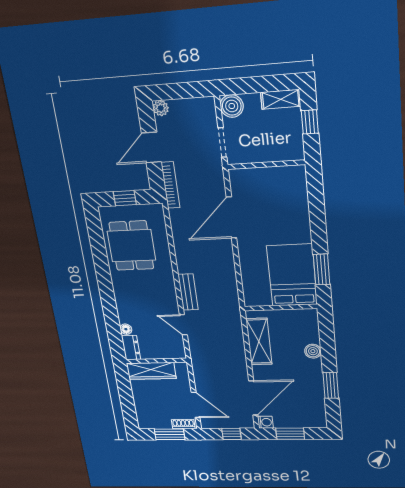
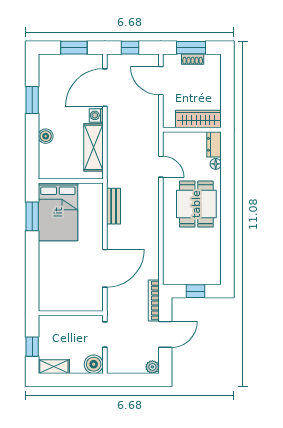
dining table: (131, 246) -> (196, 204), moved
bench: (188, 292) -> (114, 206), moved
washing machine: (265, 422) -> (96, 115), moved
shoe rack: (183, 424) -> (193, 59), moved

